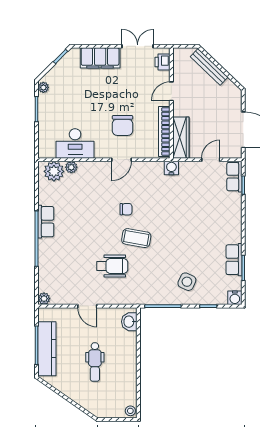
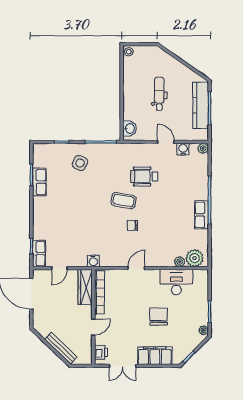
chair: (122, 125) -> (159, 317), moved
water cooler: (235, 298) -> (183, 149), moved

